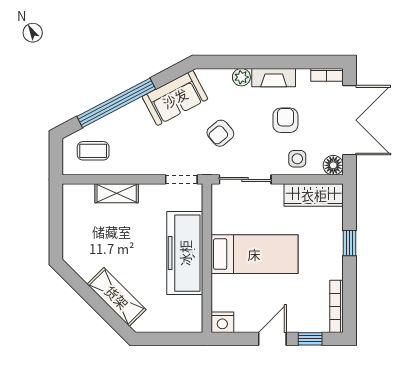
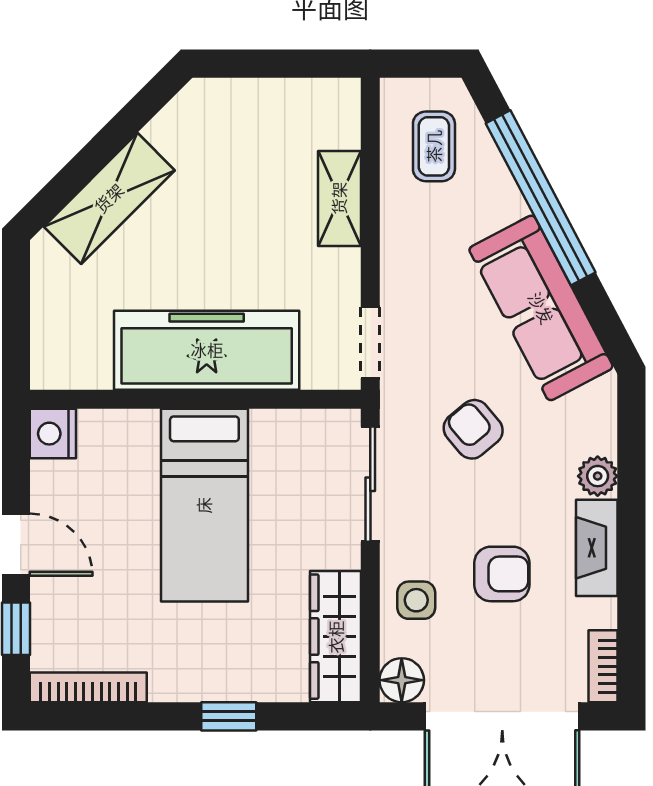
sofa: (175, 98) -> (541, 308), width x1.36

